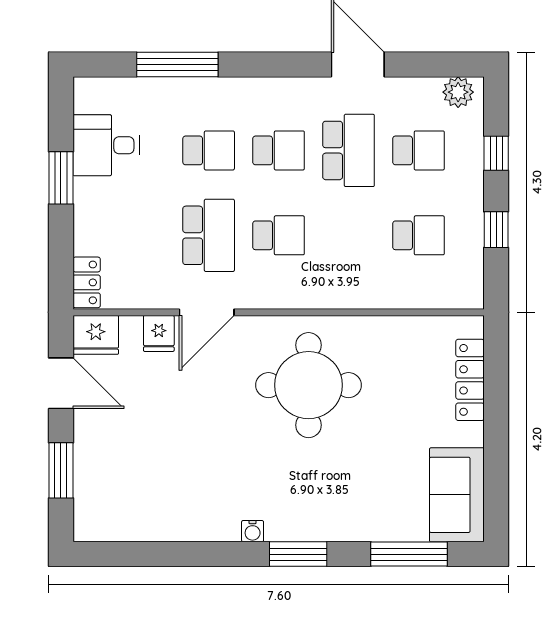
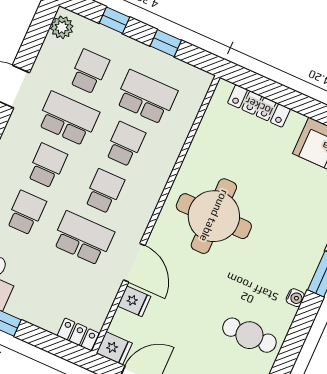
school desk: (349, 235) -> (125, 144), added
school desk: (418, 235) -> (146, 97), width x1.85
fridge: (96, 335) -> (114, 348), width x0.72
cafe table: (181, 495) -> (249, 335), added

